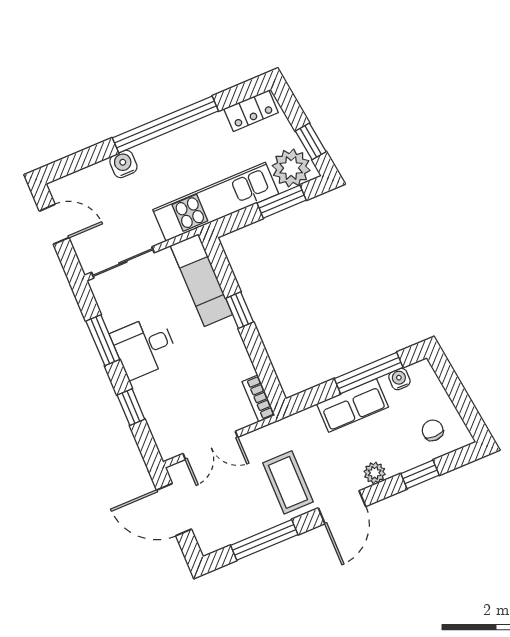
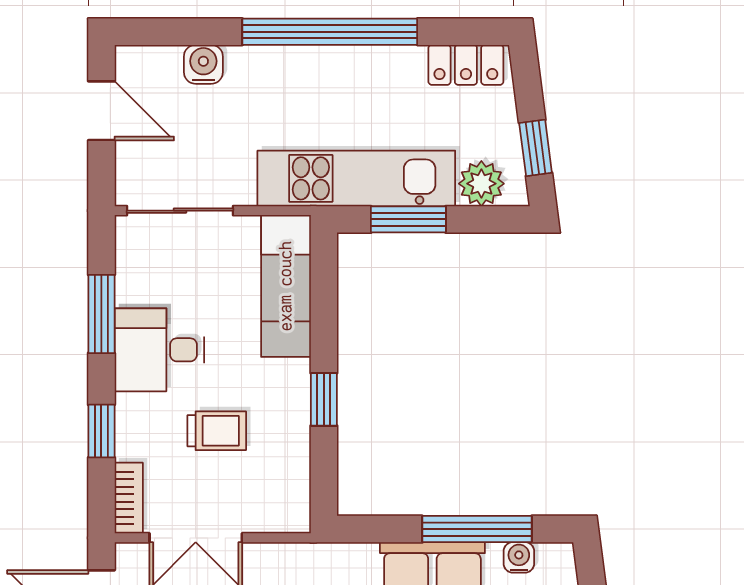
water cooler: (123, 164) -> (203, 64), moved
plant: (291, 168) -> (481, 184), width x0.73, depth x0.73
window: (282, 202) -> (408, 219), moved
window: (240, 310) -> (324, 399), moved
trolley: (197, 379) -> (217, 431), added
bookcase: (258, 398) -> (129, 498), moved, turned 180

